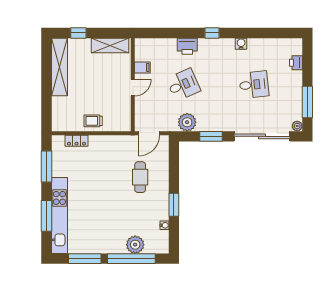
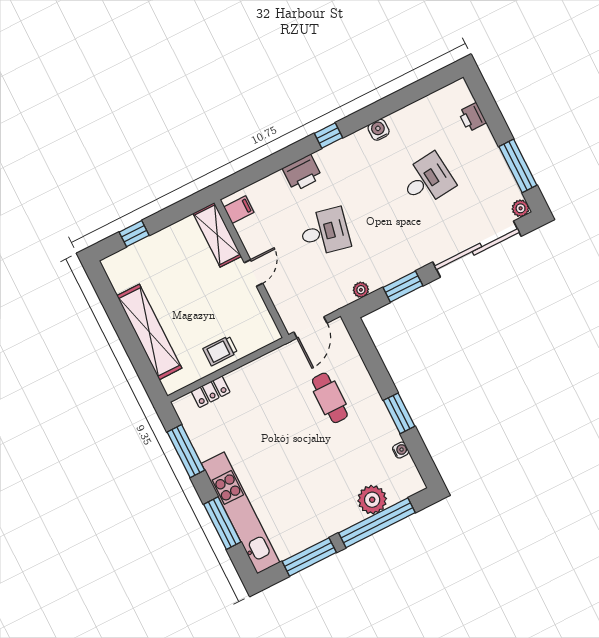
shelving: (110, 45) -> (217, 235), moved, turned 90
shelving: (59, 67) -> (149, 332), moved
filing cabinet: (142, 68) -> (239, 210), moved
desk: (183, 85) -> (325, 232), turned 36
plant: (187, 122) -> (361, 290), width x0.53, depth x0.53

